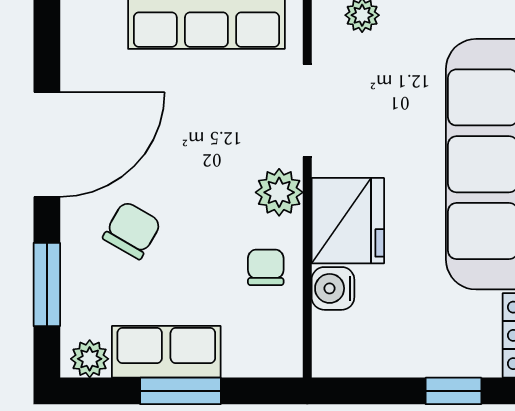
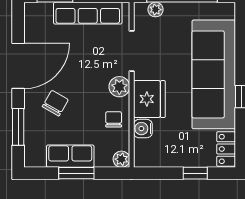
plant: (90, 359) -> (121, 159), moved

